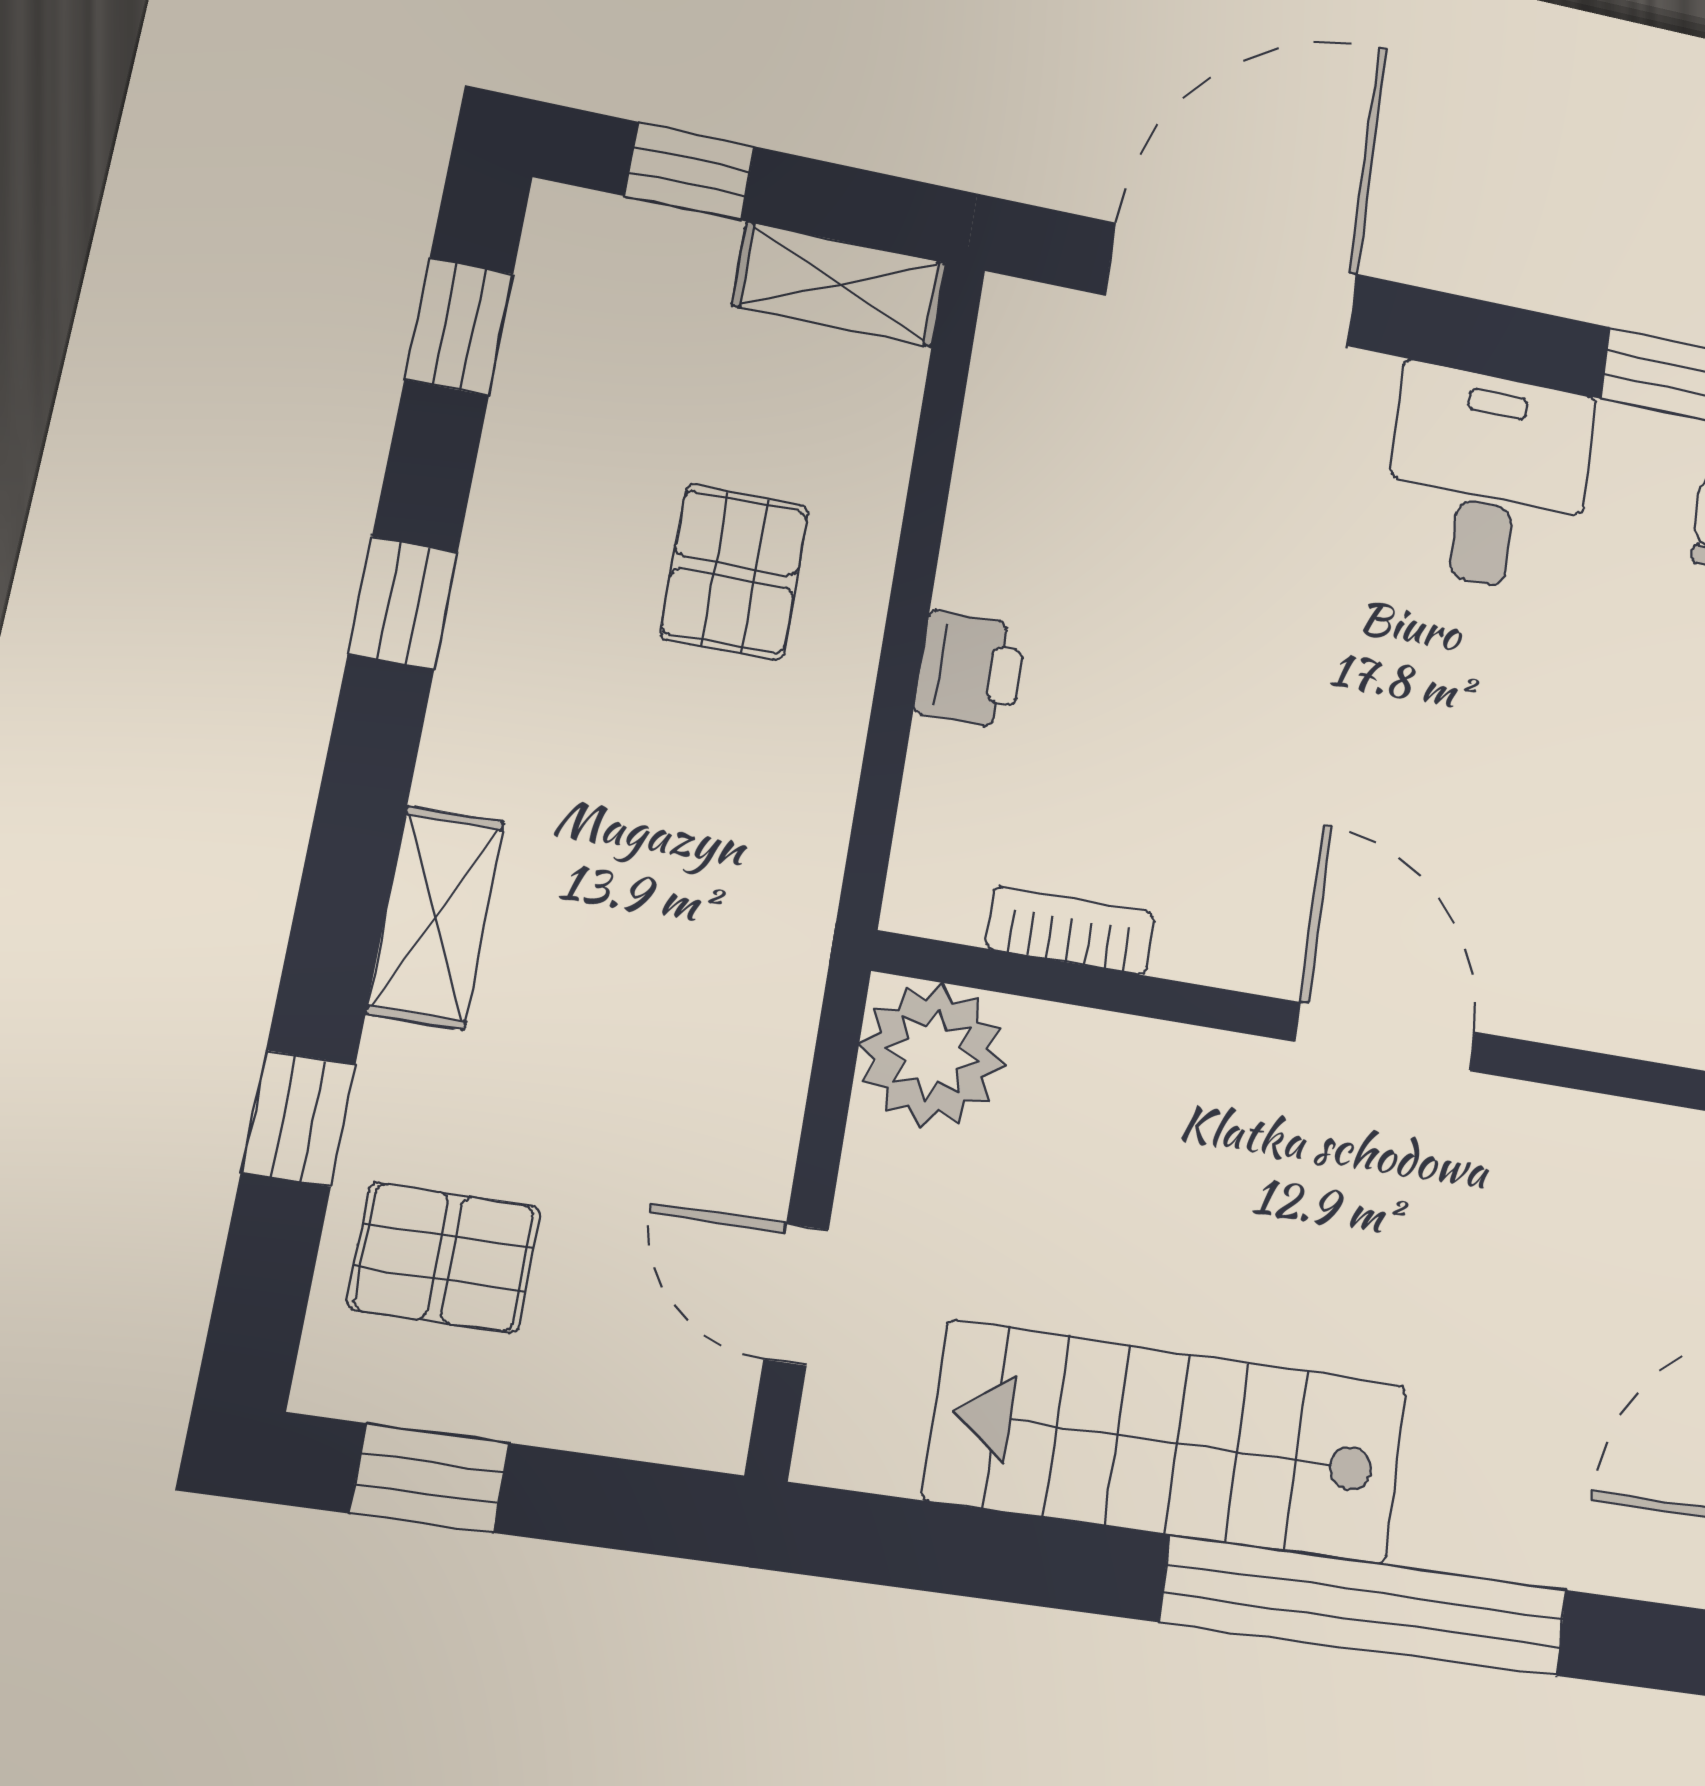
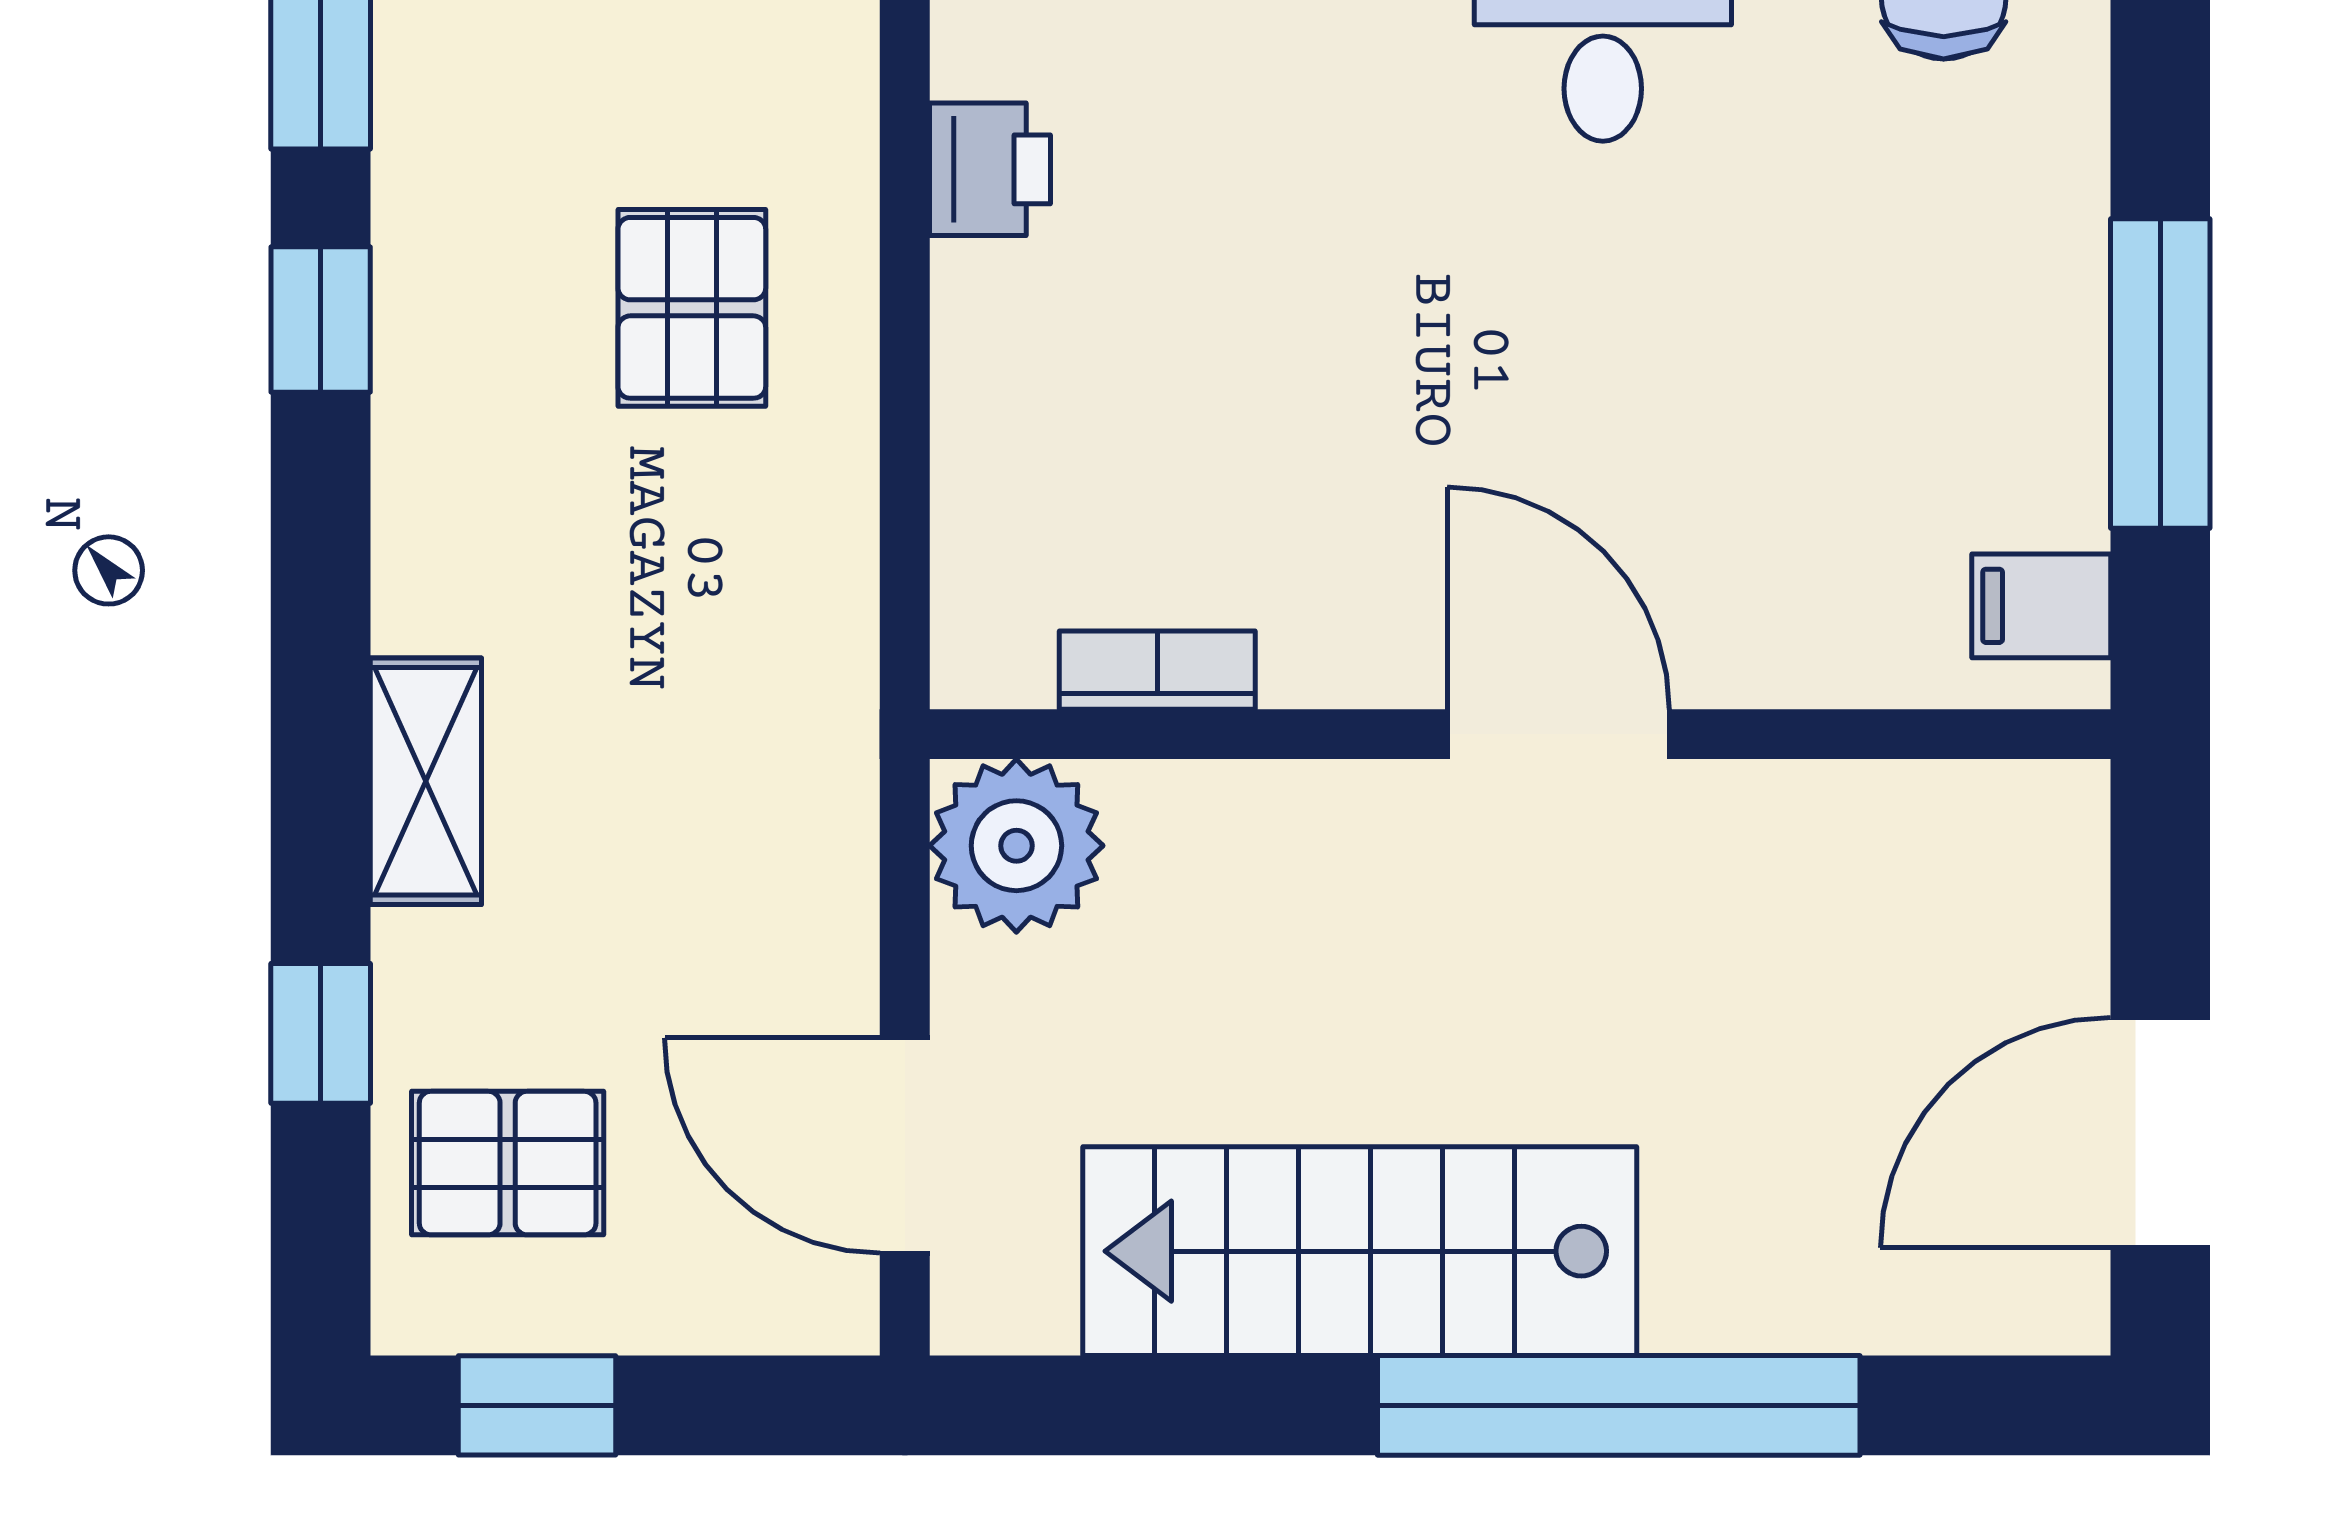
window: (403, 603) -> (321, 320), moved
printer: (971, 670) -> (990, 169), moved
door: (796, 1294) -> (905, 1146), width x1.38

